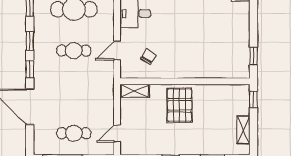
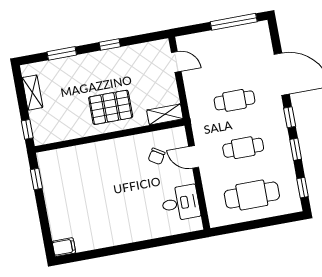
door: (117, 50) -> (194, 157), swing flipped
pallet: (180, 105) -> (111, 107), turned 90
cafe table: (74, 133) -> (234, 100), moved
door: (117, 133) -> (176, 62), hinge flipped

